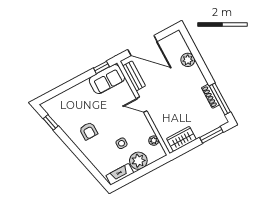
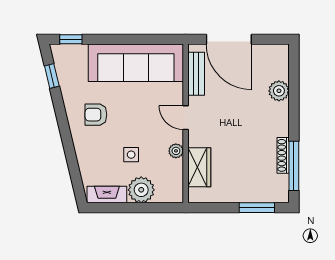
window: (101, 67) -> (71, 39), moved
sofa: (107, 79) -> (136, 63), width x1.85, depth x1.27
armchair: (88, 131) -> (96, 115), turned 90
wardrobe: (181, 139) -> (199, 167), moved, turned 90
plant: (154, 141) -> (176, 151), moved

